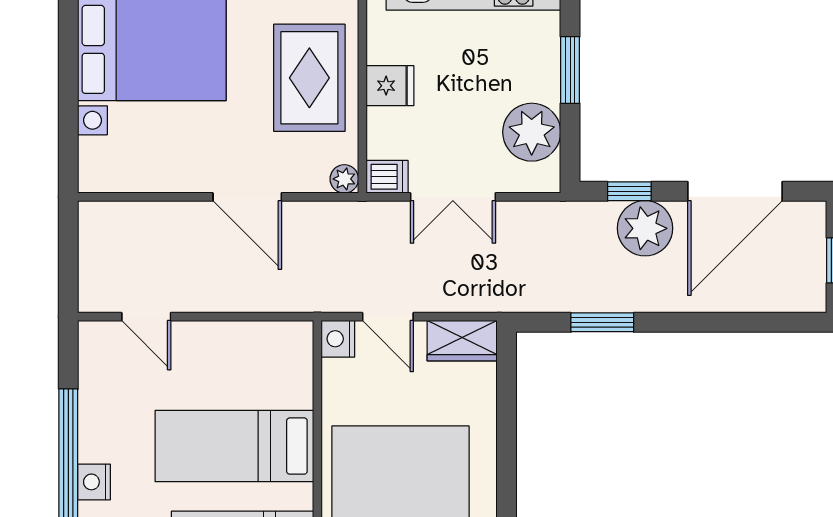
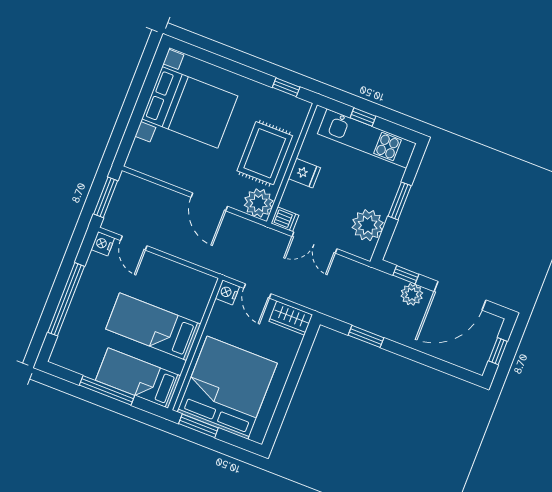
plant: (344, 179) -> (259, 203), width x1.87, depth x1.87
plant: (645, 228) -> (412, 294), width x0.73, depth x0.73
window: (68, 258) -> (106, 197), added
nightstand: (94, 482) -> (103, 244), moved

